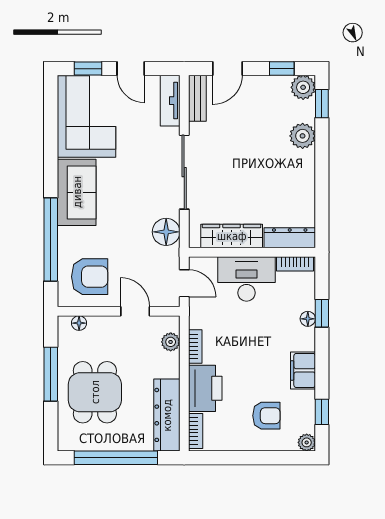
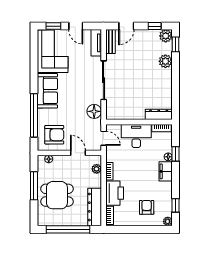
wardrobe: (232, 236) -> (128, 114), removed
filing cabinet: (303, 370) -> (166, 171), moved
dining table: (95, 392) -> (57, 195), turned 90
armchair: (266, 416) -> (147, 207), turned -90

